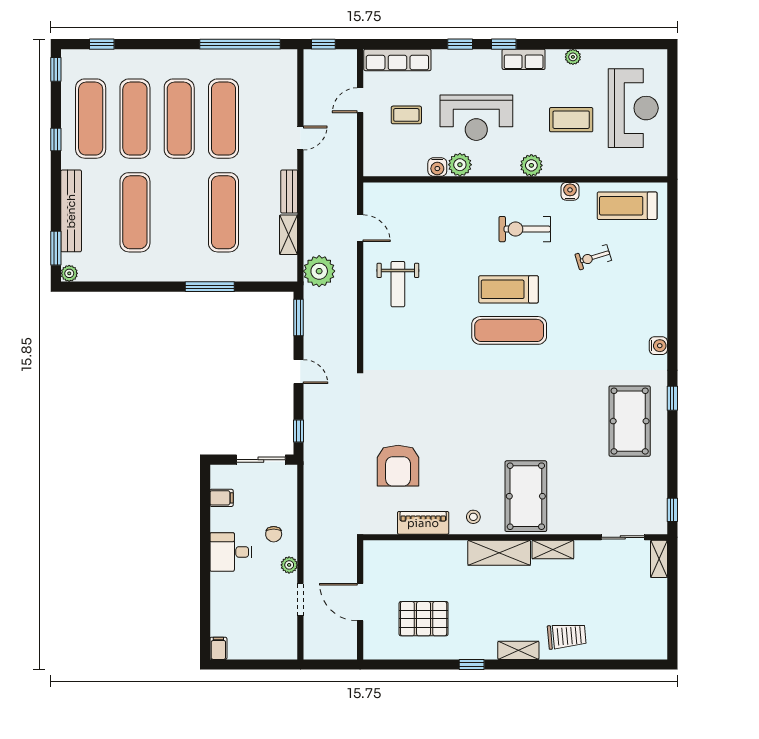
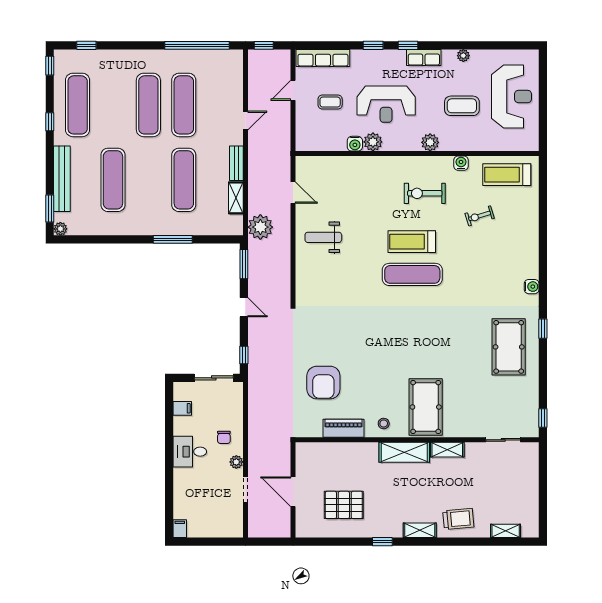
exercise mat: (135, 119) -> (113, 105), removed
weight bench: (398, 284) -> (323, 237), turned 90
shelving: (659, 559) -> (506, 531), moved, turned 90

